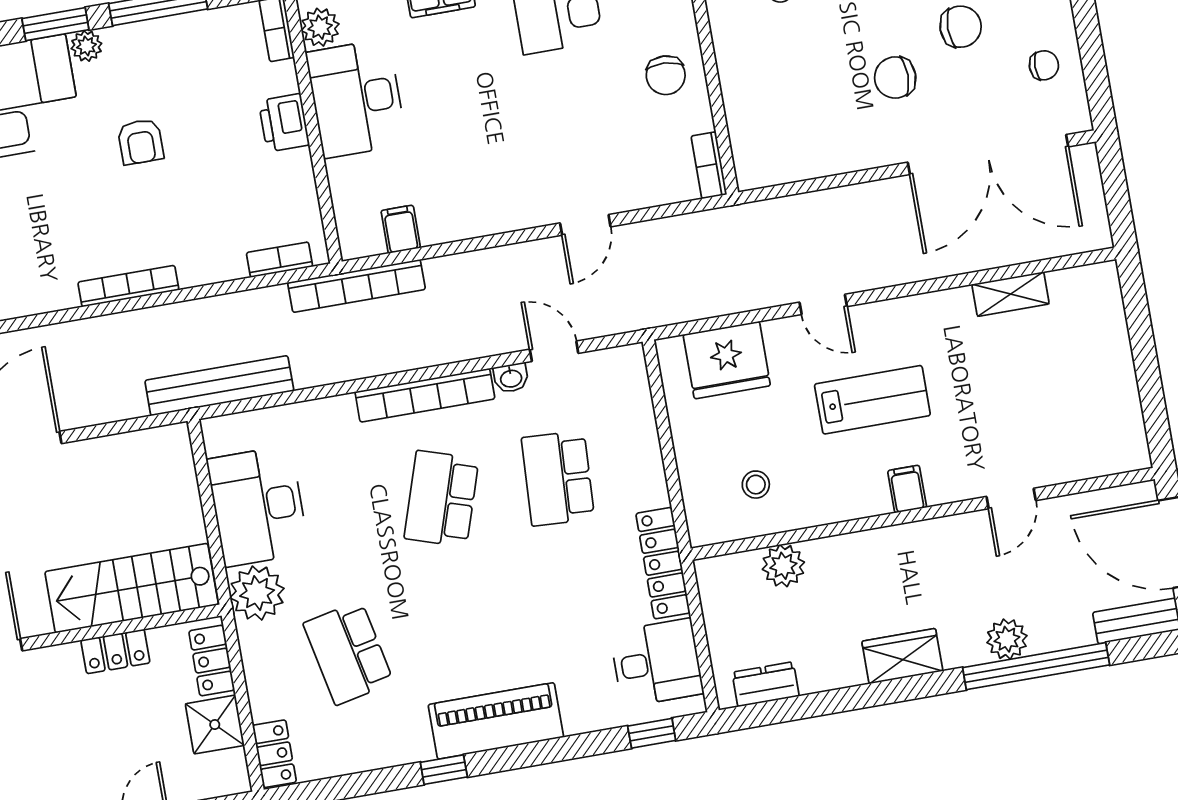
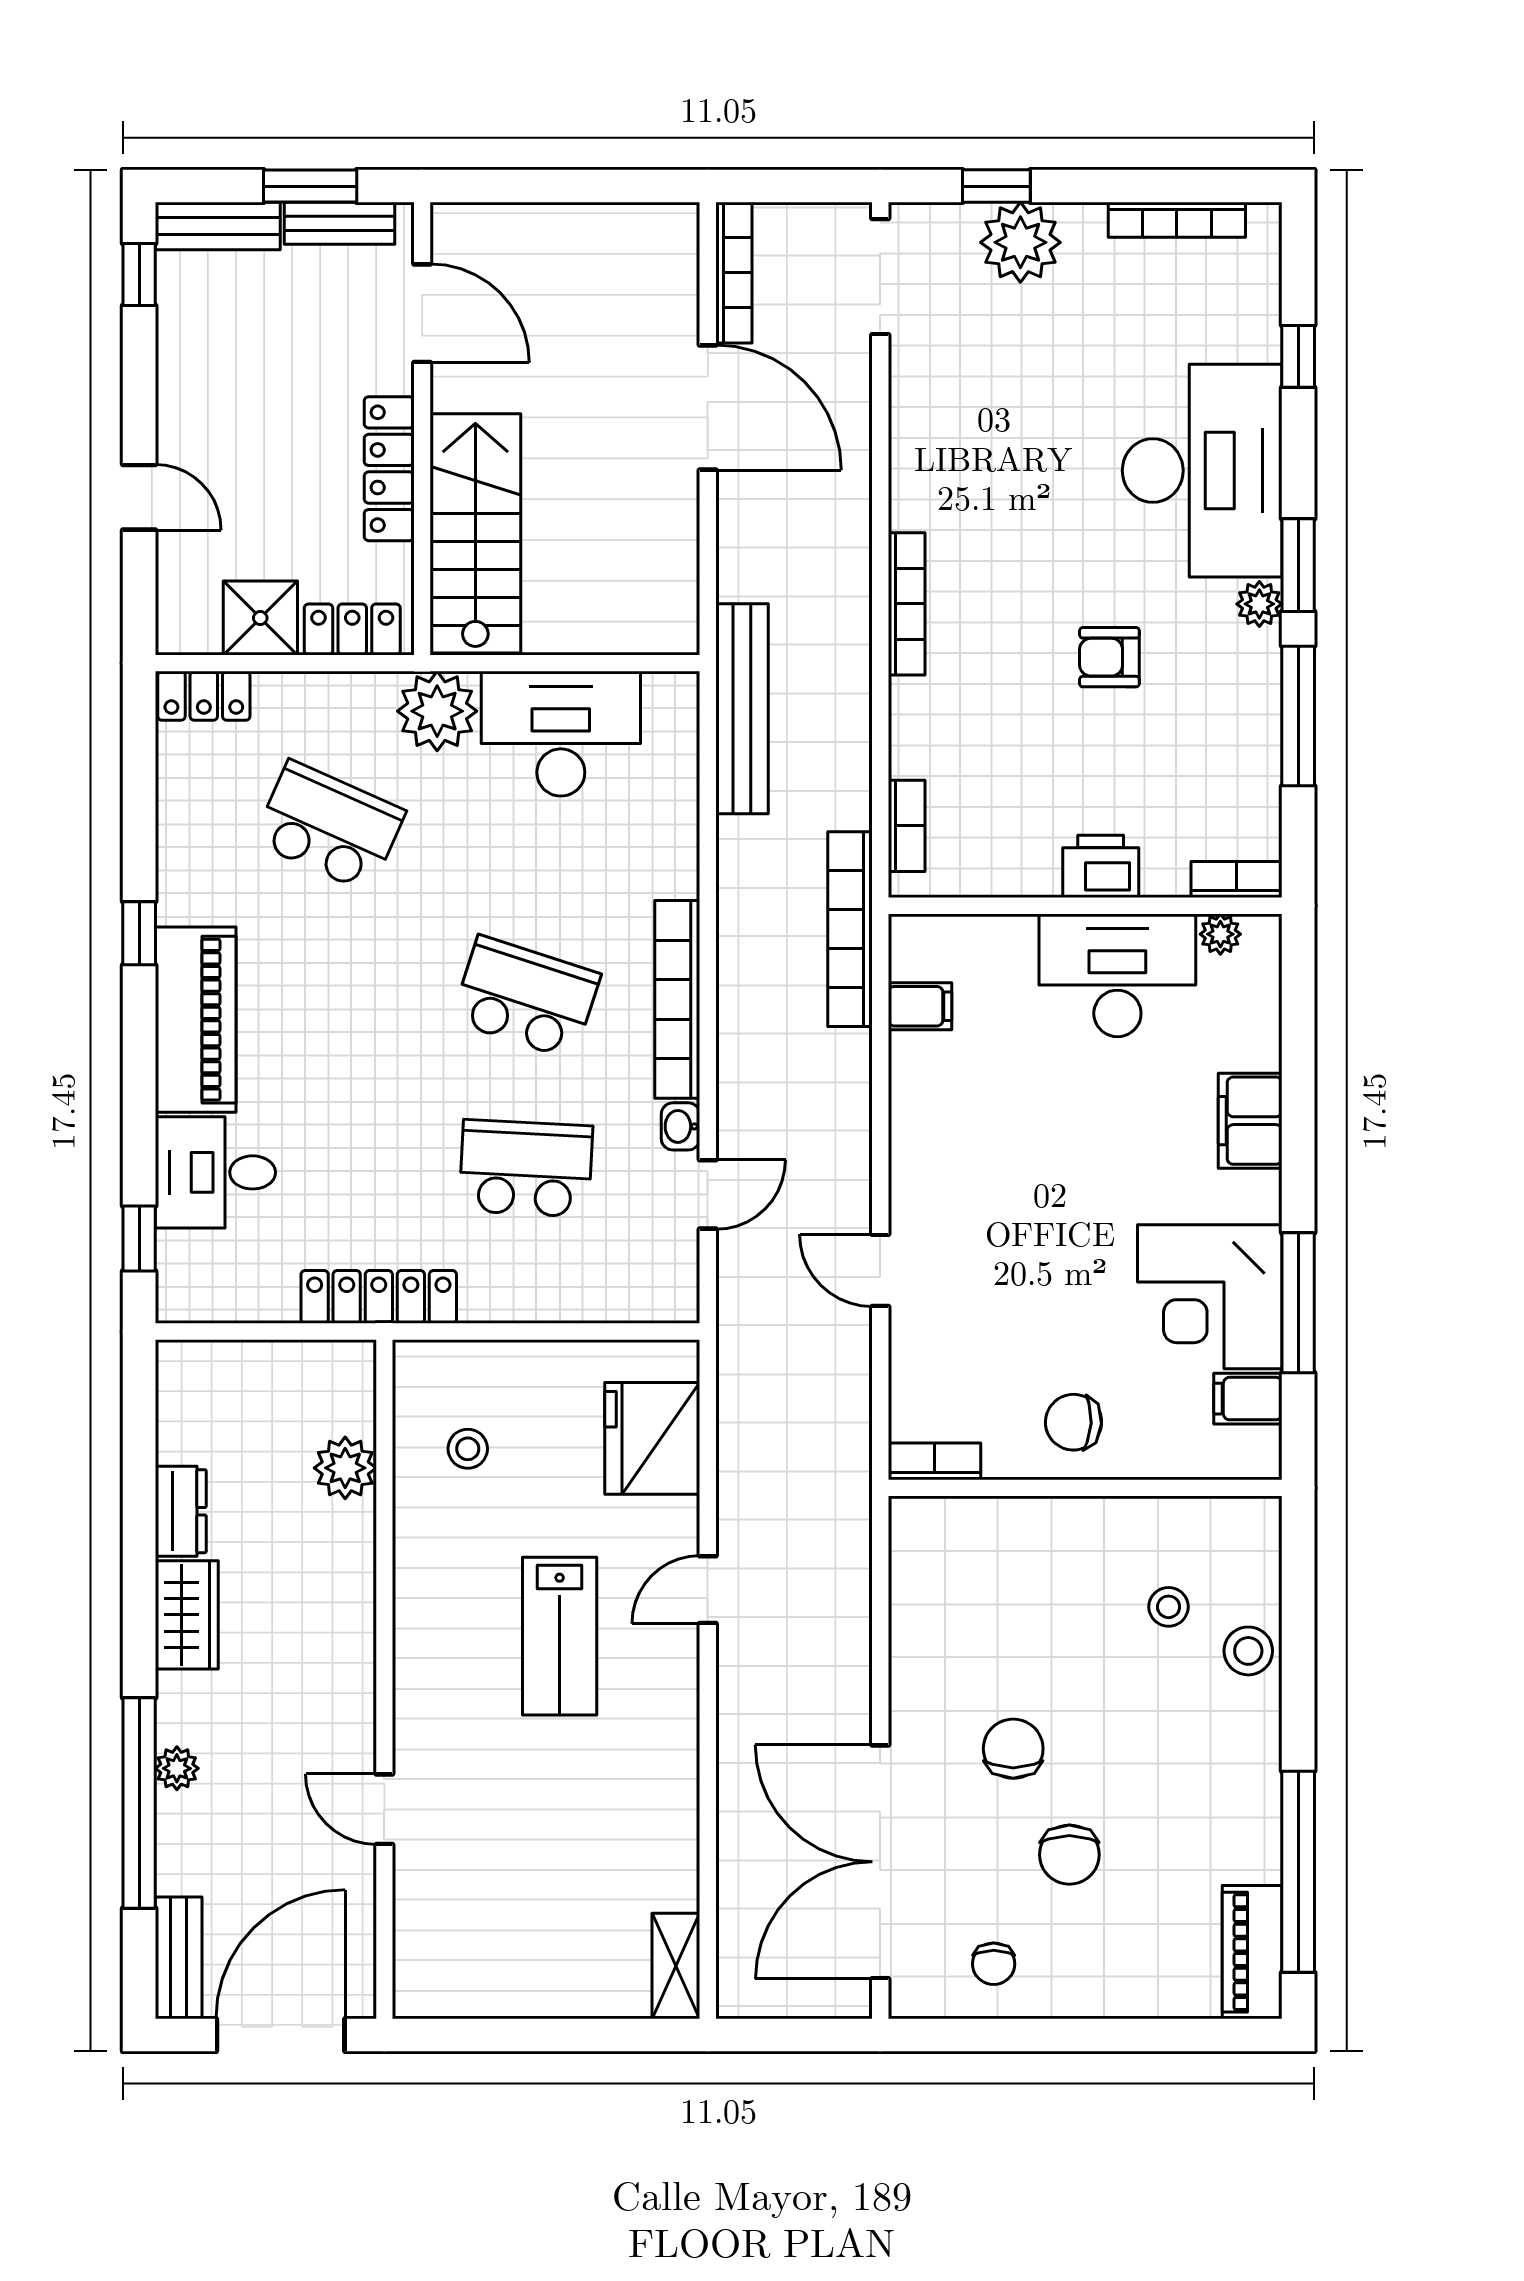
plant: (320, 27) -> (1220, 934), width x0.73, depth x0.73
shelving: (1011, 294) -> (676, 1966), moved
filing cabinet: (907, 489) -> (424, 1663), removed
plant: (1007, 639) -> (177, 1768), width x0.73, depth x0.73
locker: (115, 651) -> (389, 469), width x1.53
school desk: (348, 653) -> (329, 826), turned 36
desk: (657, 663) -> (215, 1172), moved, turned 90
dresser: (766, 684) -> (181, 1511), moved

